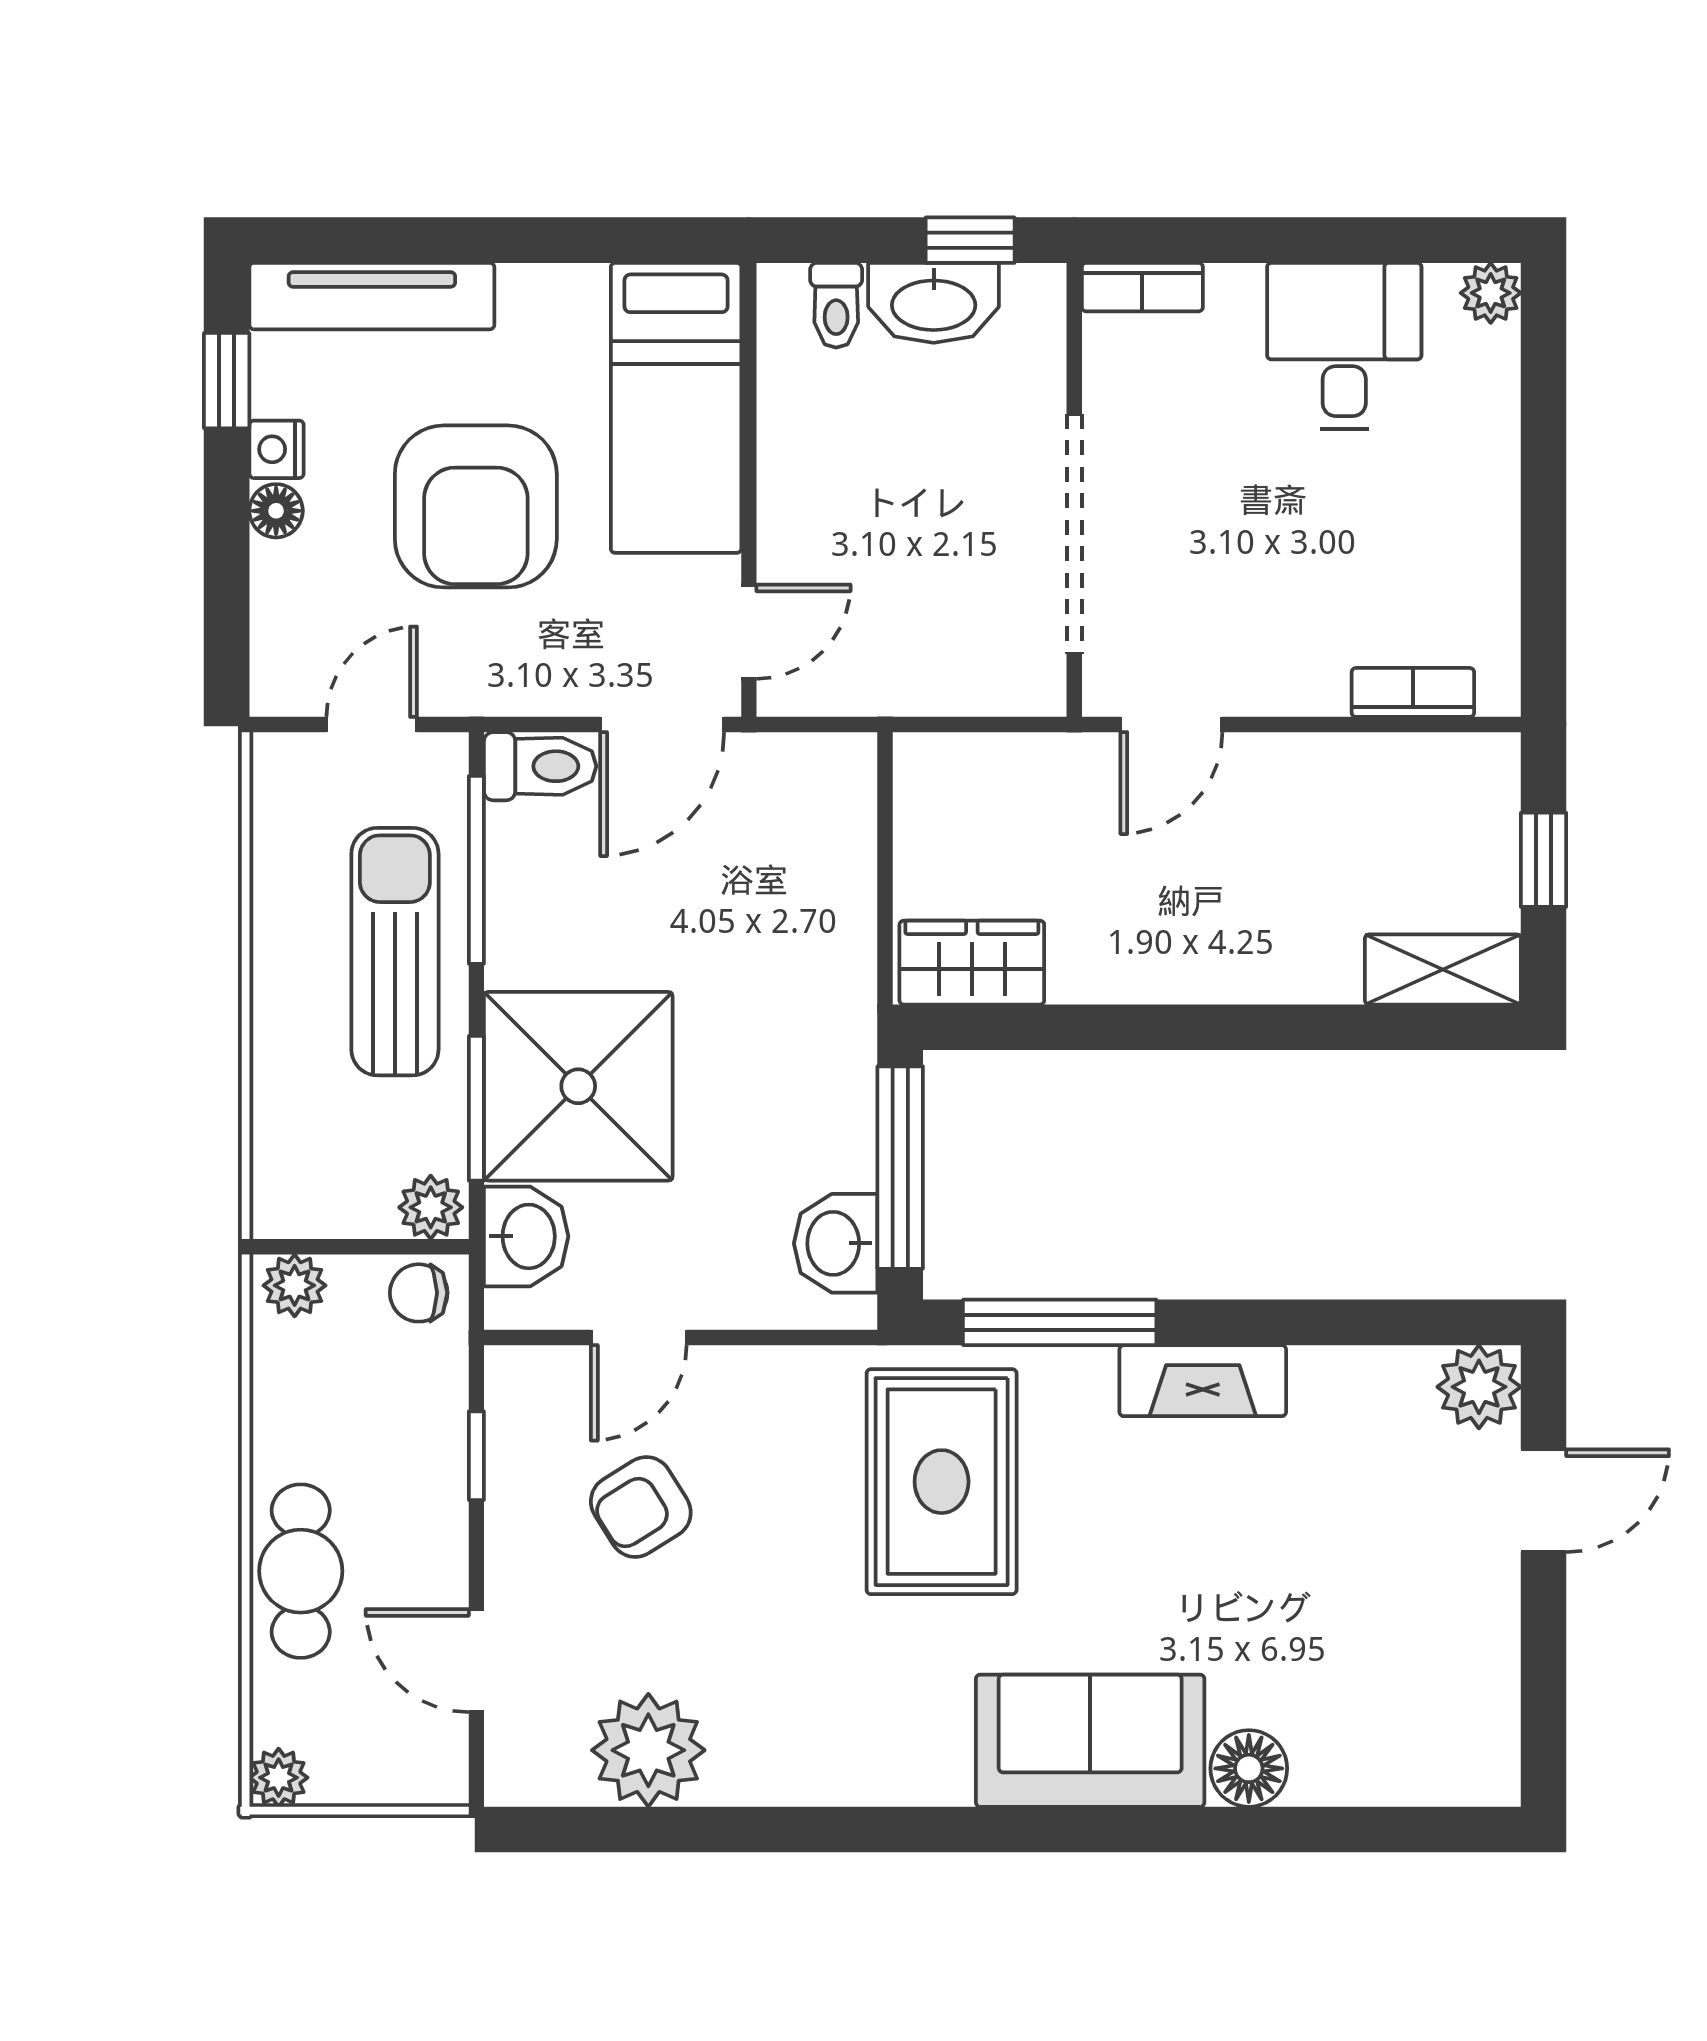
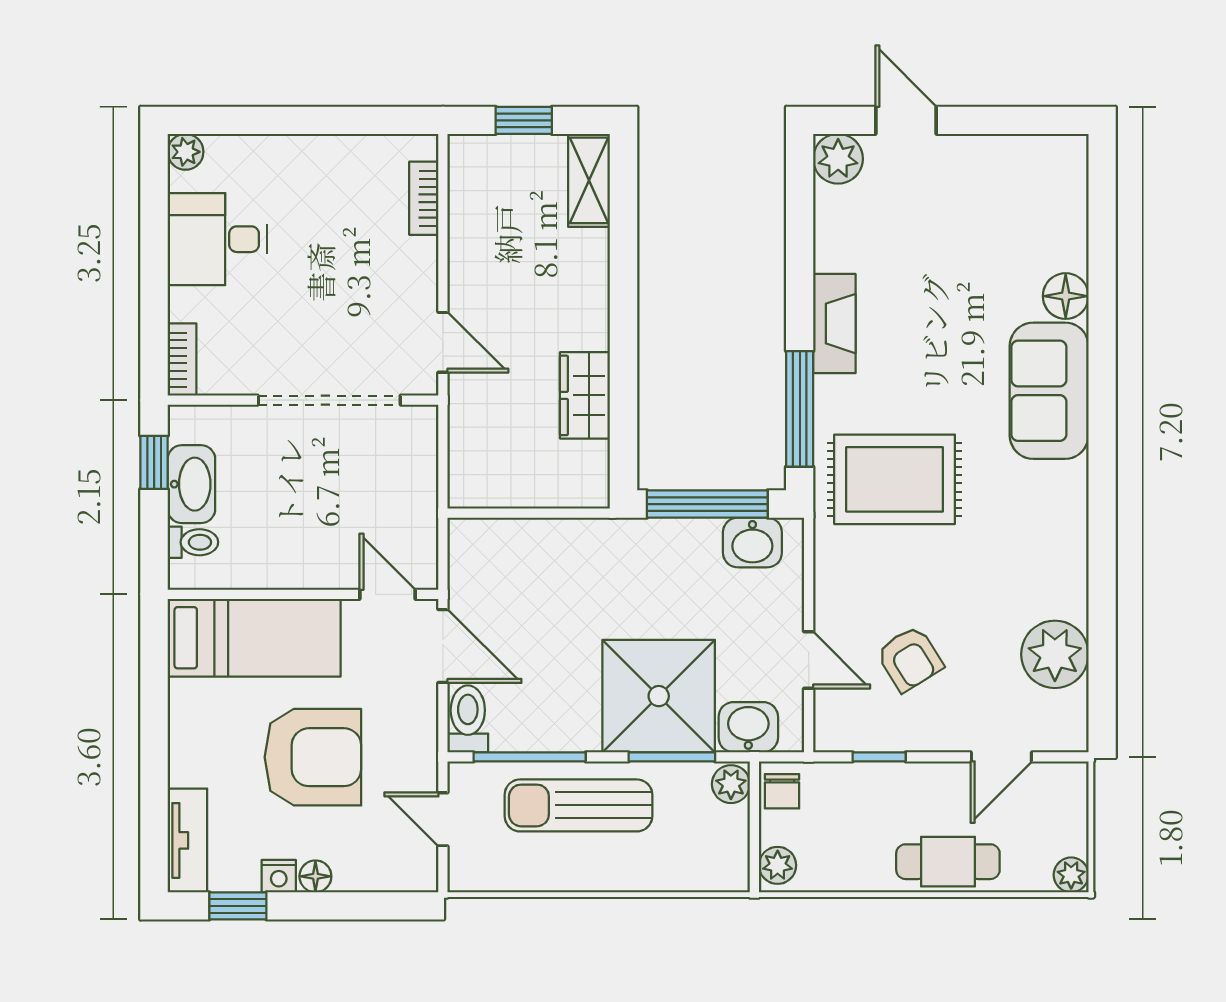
tv unit: (372, 296) -> (187, 840), width x0.71
wardrobe: (972, 963) -> (585, 395), moved

